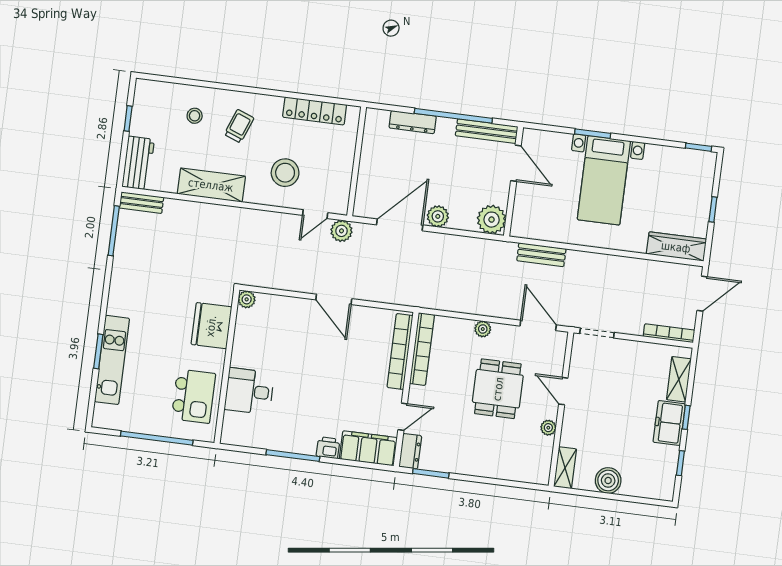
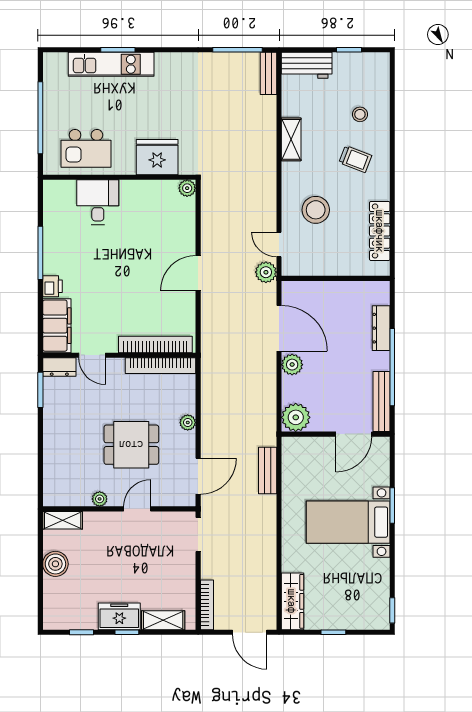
shelving: (211, 185) -> (291, 139), width x0.67, depth x0.75

